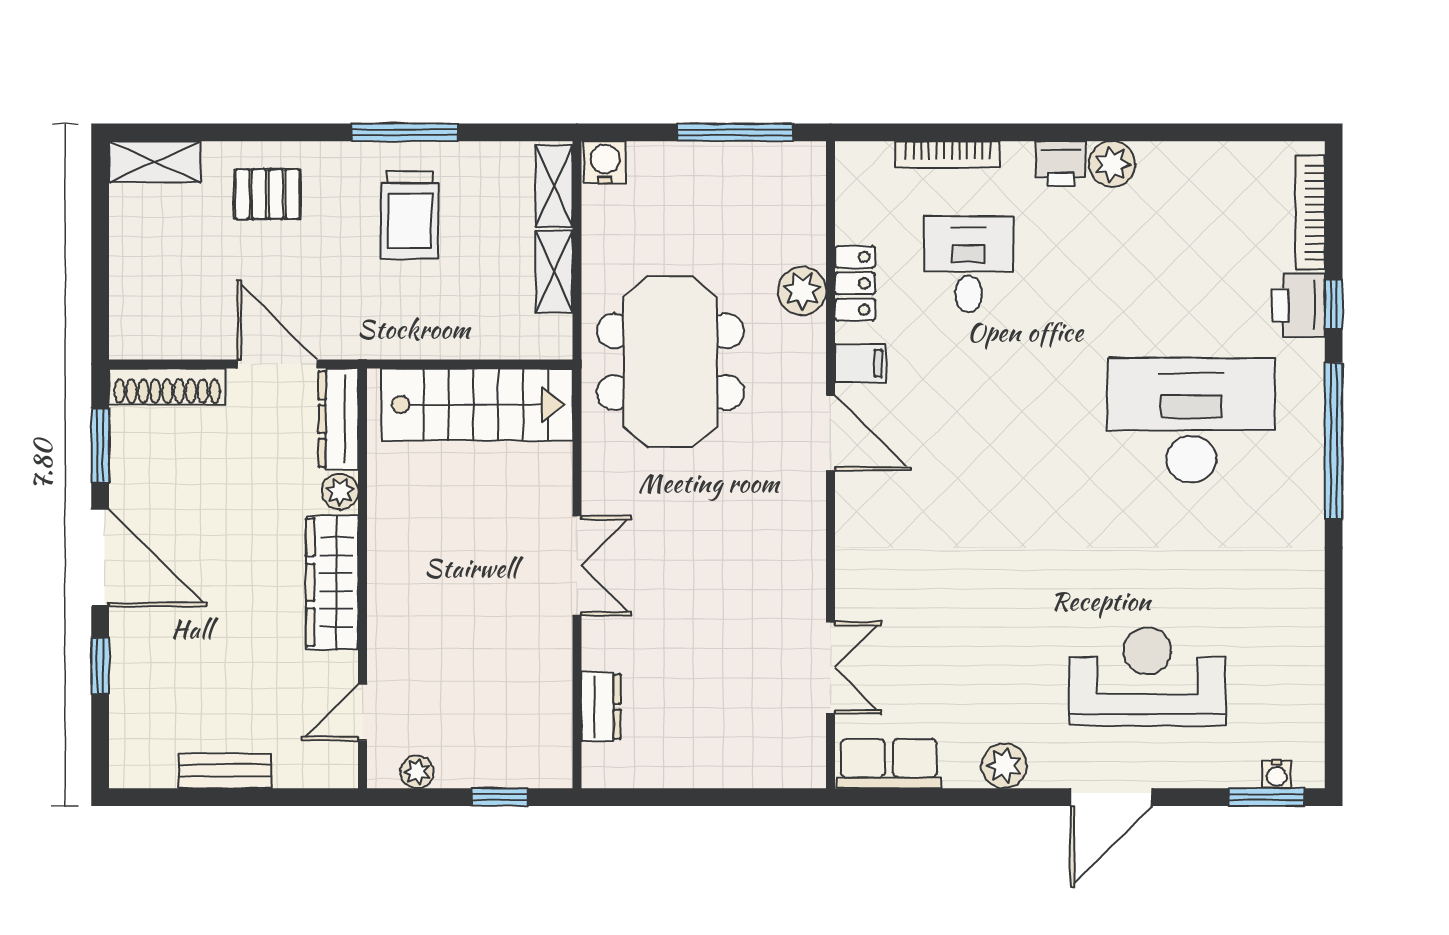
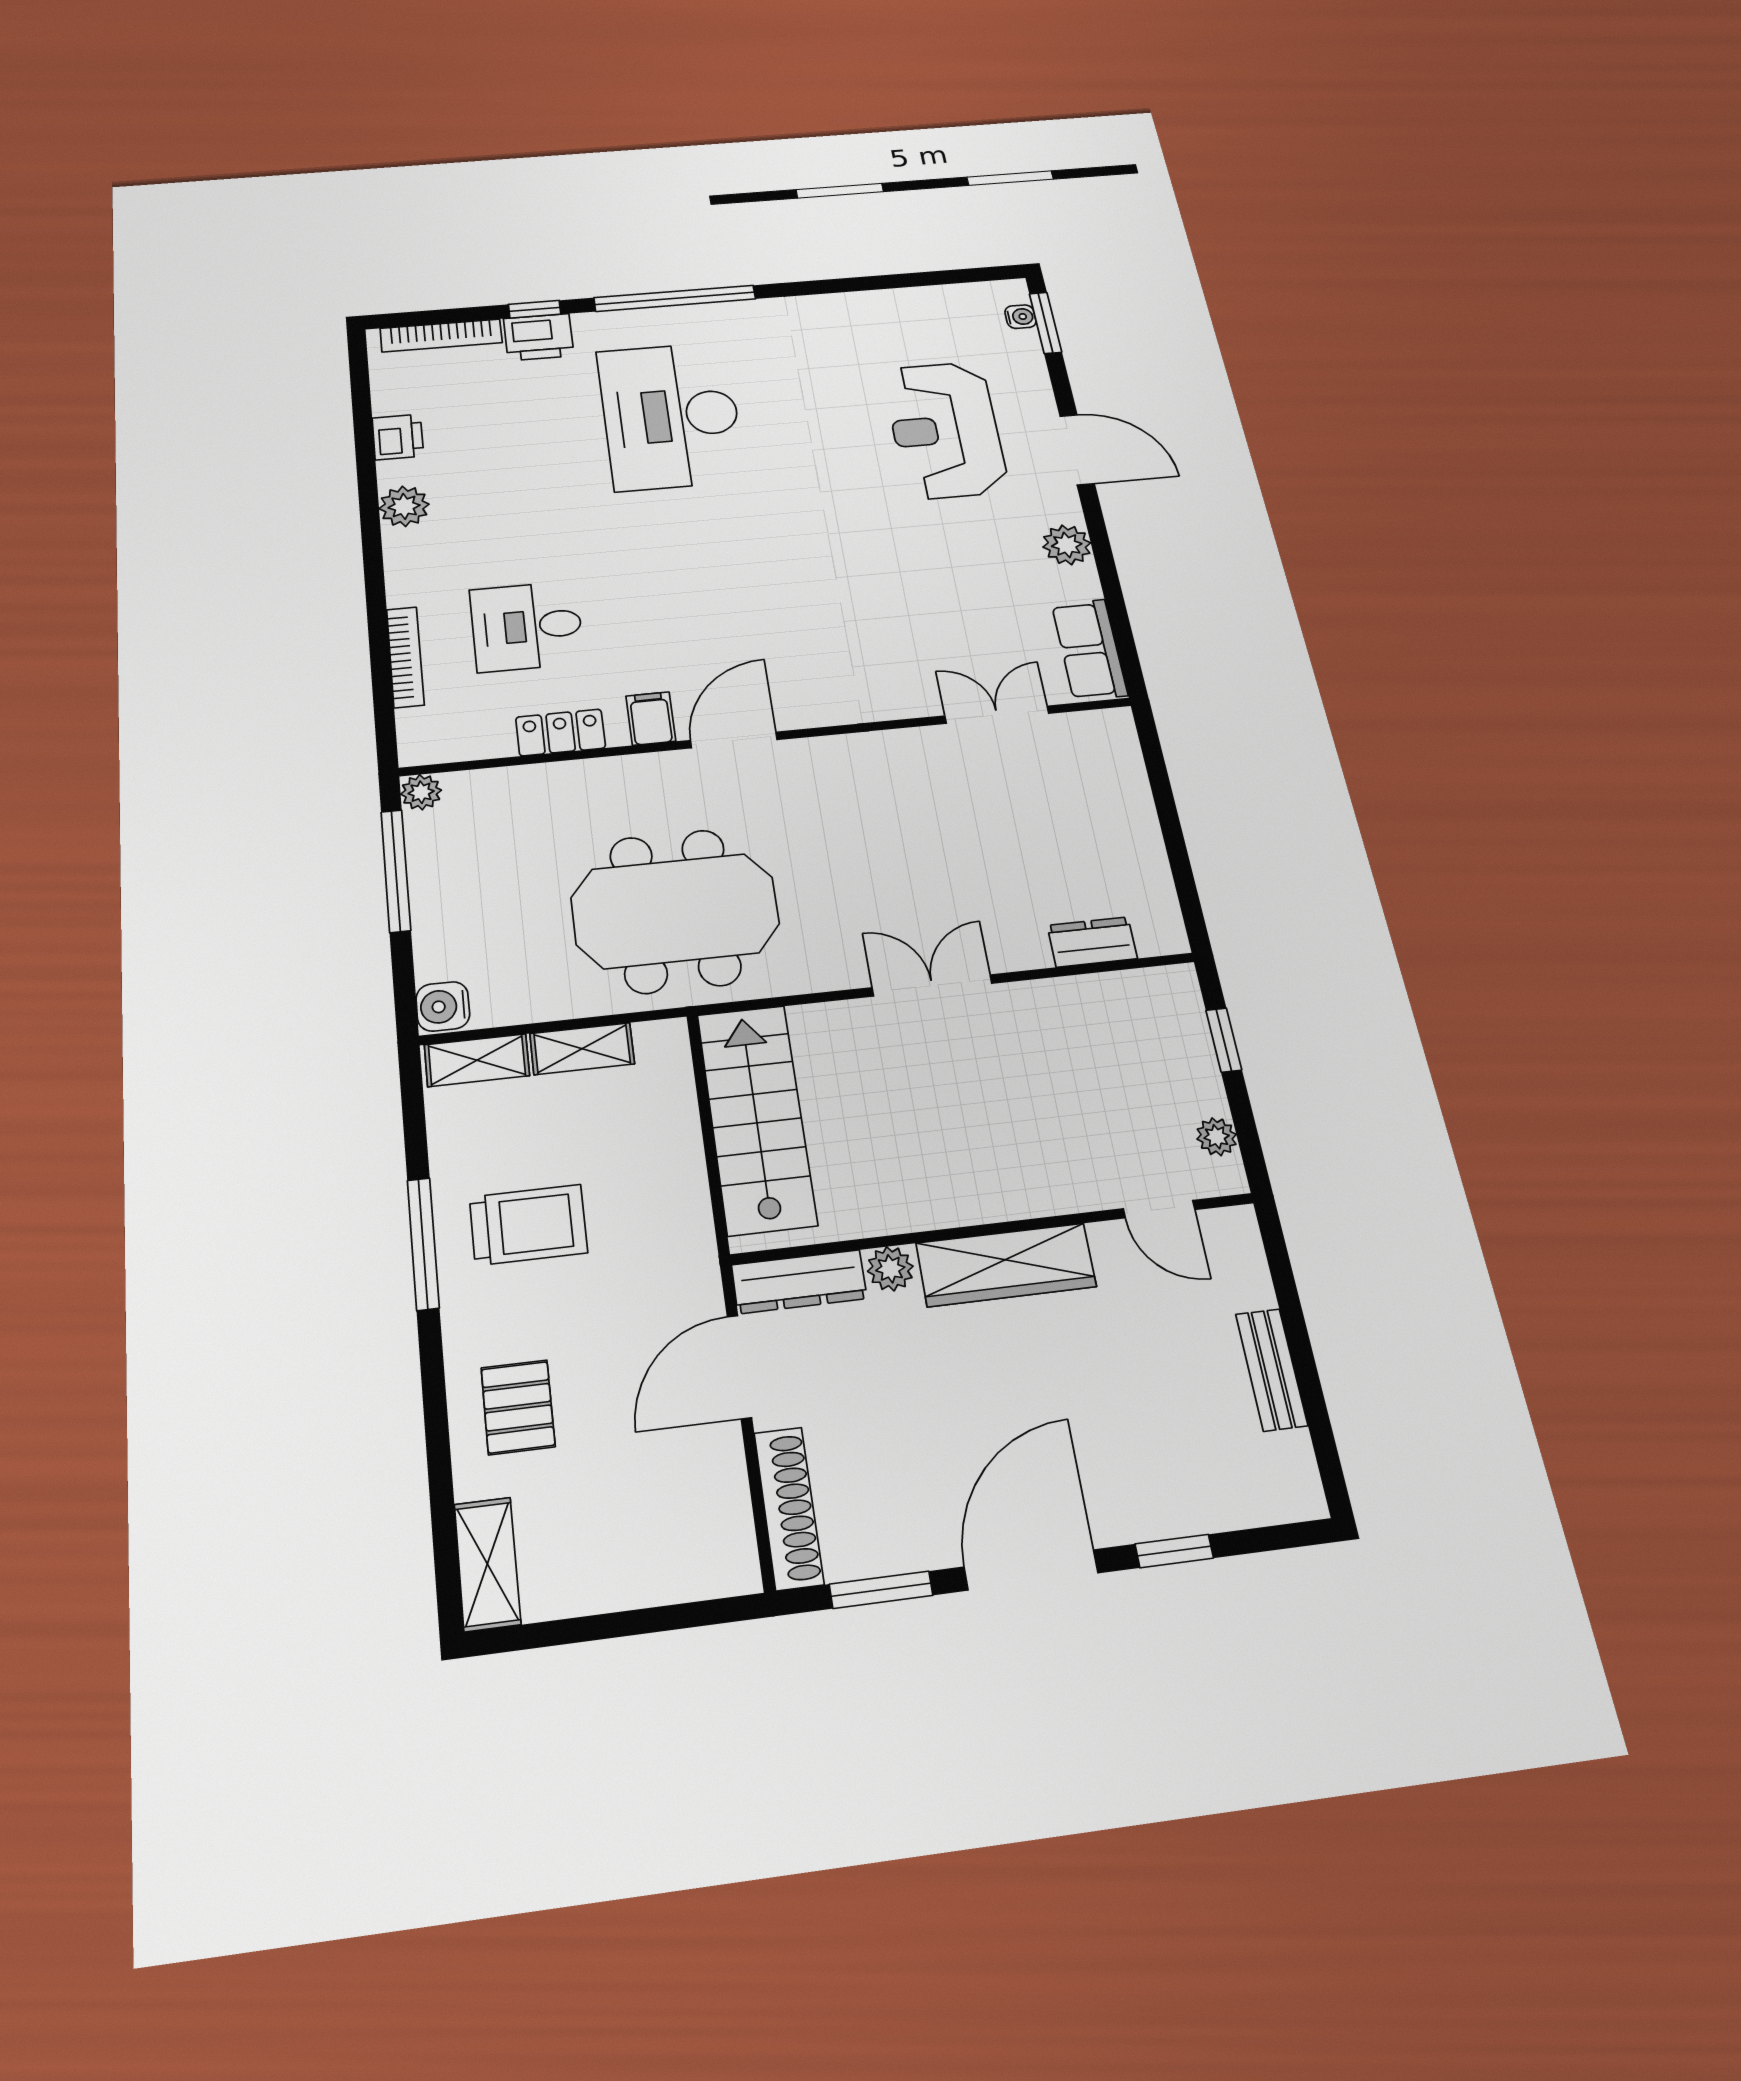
printer: (1061, 164) -> (398, 437), moved
plant: (802, 291) -> (421, 792), moved, width x0.73, depth x0.73

